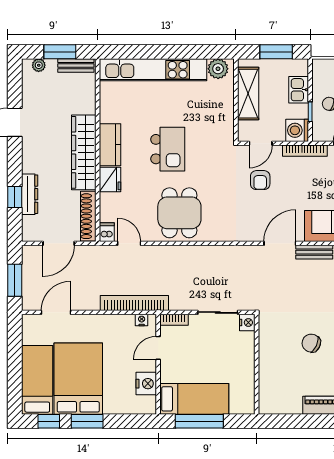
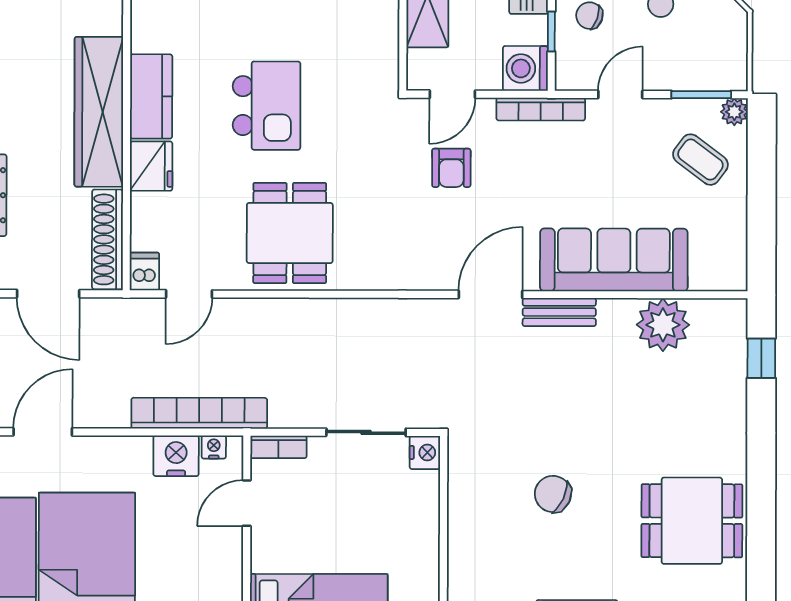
door: (59, 243) -> (48, 294), hinge flipped
door: (129, 243) -> (189, 294), swing flipped
nightstand: (146, 384) -> (176, 456), moved, turned -90

